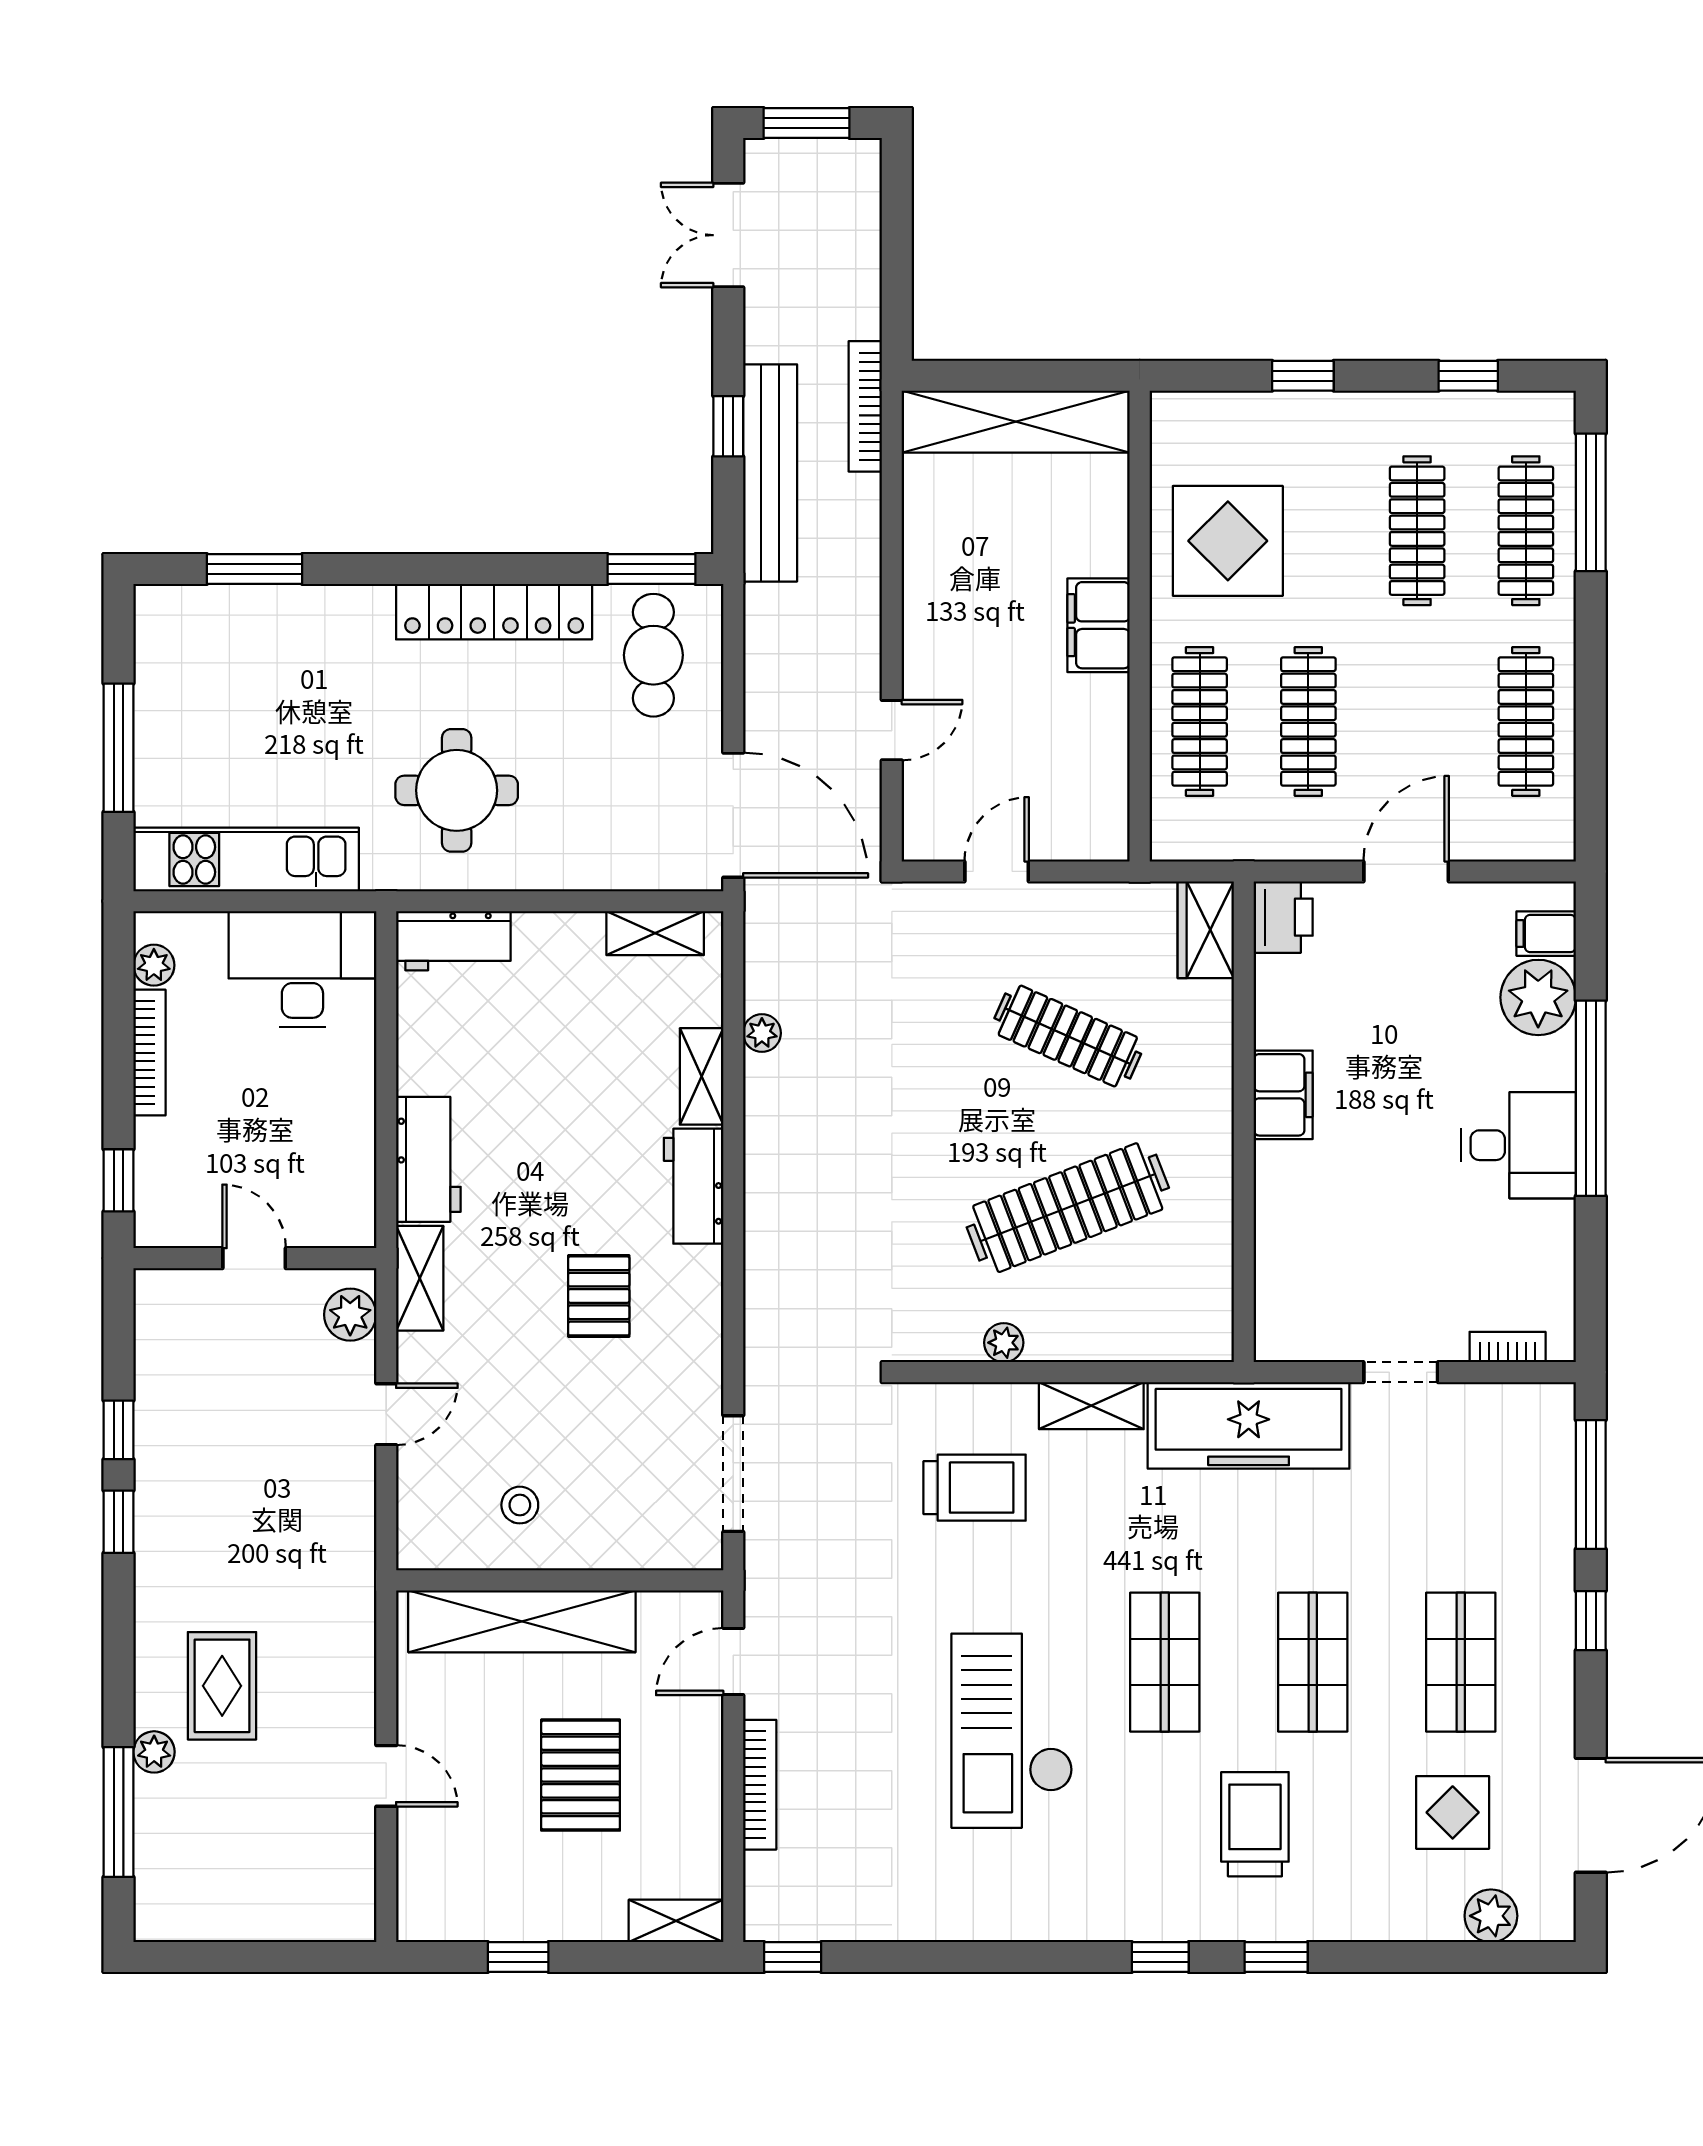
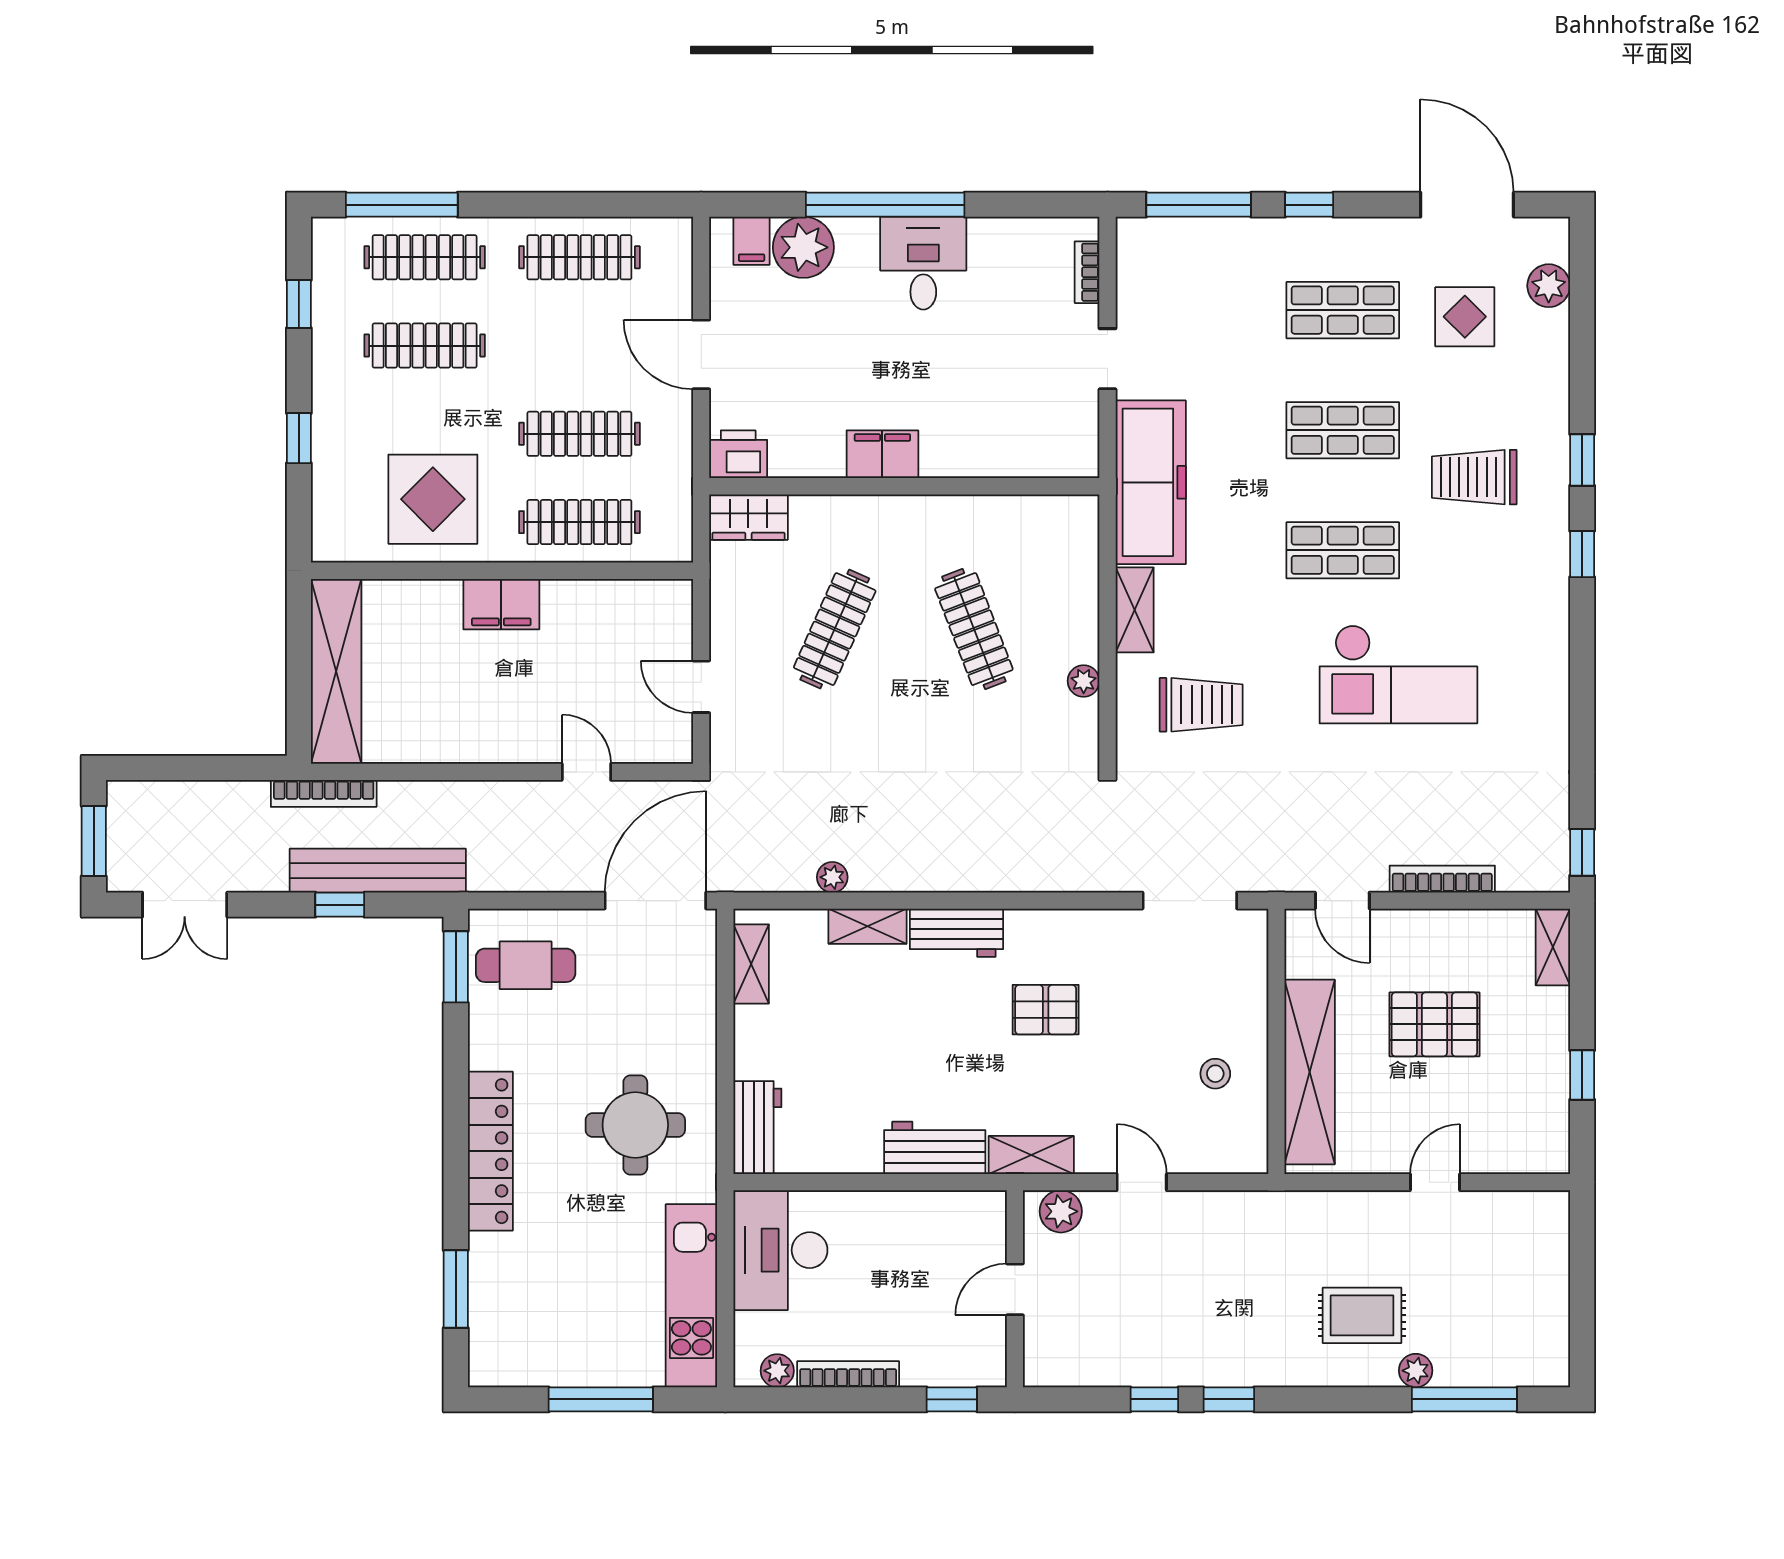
locker: (494, 612) -> (490, 1151), moved
clothes rail: (1068, 1208) -> (974, 629), width x0.73, depth x0.76
trolley: (975, 1488) -> (1201, 705), turned 90

